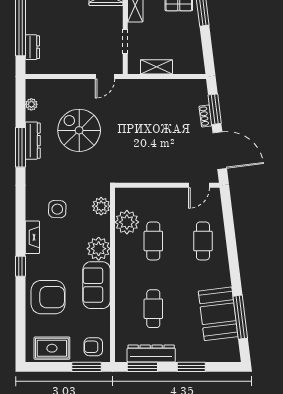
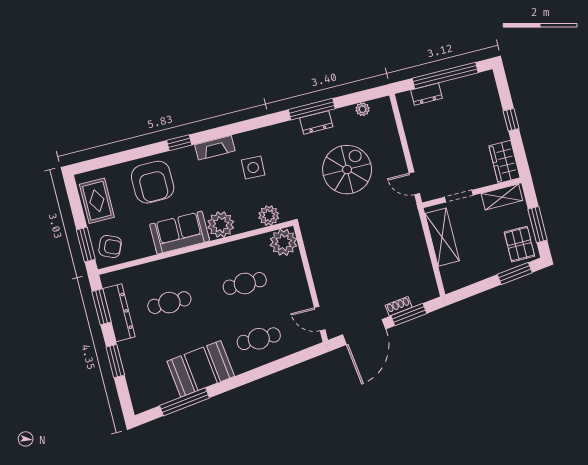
shelving: (156, 67) -> (442, 237), width x1.50, depth x1.33
dresser: (33, 141) -> (316, 122), width x0.70
plant: (127, 222) -> (283, 242), moved
booth: (218, 314) -> (201, 369), moved
armchair: (93, 347) -> (110, 246), turned 114

